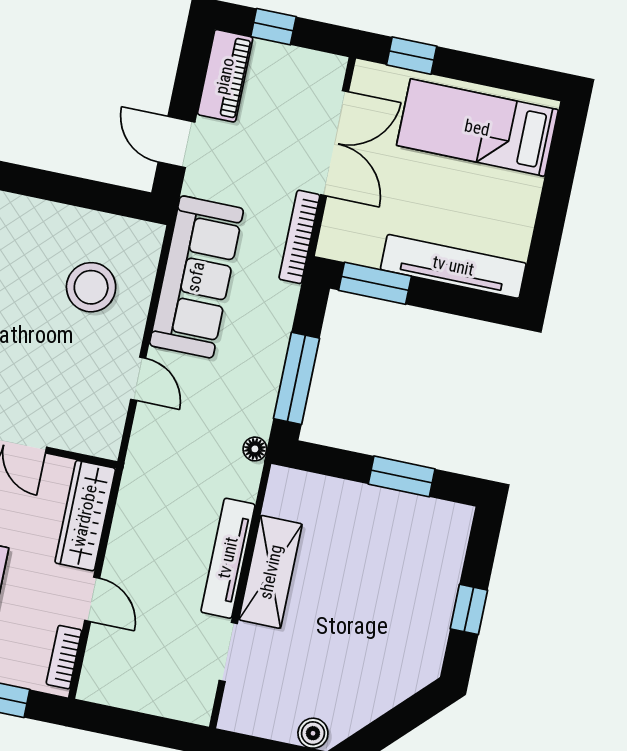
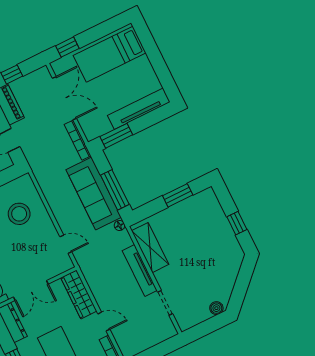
sofa: (196, 277) -> (94, 193), moved, turned 180
door: (138, 379) -> (66, 244), moved
shelving: (271, 572) -> (150, 248), moved

